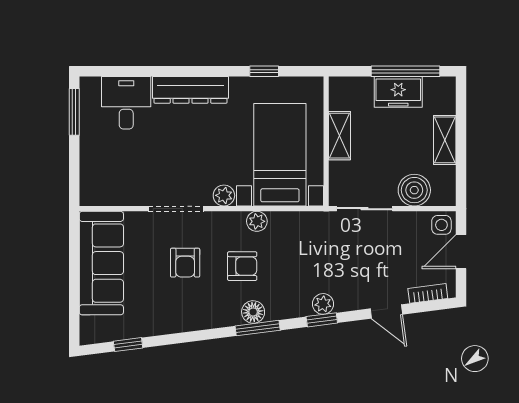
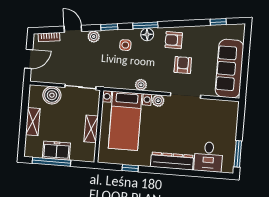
side table: (441, 225) -> (125, 45), moved
armchair: (242, 266) -> (174, 40), moved
plant: (323, 304) -> (94, 36), moved

